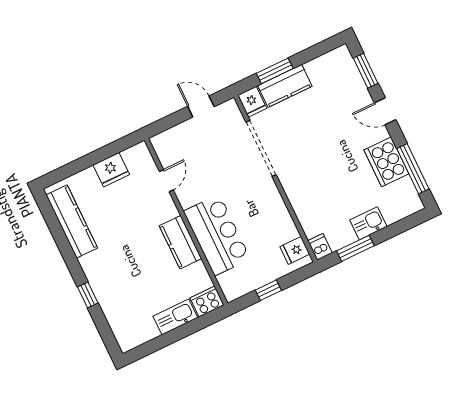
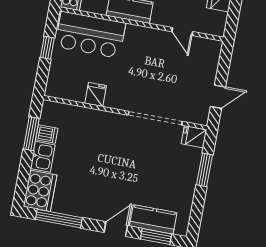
kitchen counter: (285, 86) -> (153, 219), moved, turned 90
cooker: (386, 162) -> (40, 191), moved, turned 90
bar counter: (217, 235) -> (90, 35), moved
dishwasher: (320, 247) -> (47, 134), moved
fridge: (295, 250) -> (96, 94), moved

